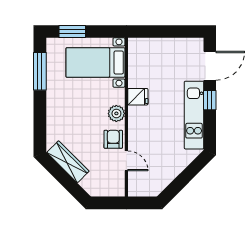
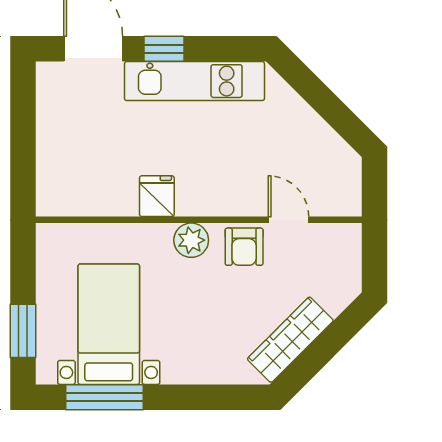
bed with nightstands: (95, 62) -> (109, 324), moved, turned 180
armchair: (113, 139) -> (244, 247), turned -90
door: (126, 161) -> (289, 220), hinge flipped

